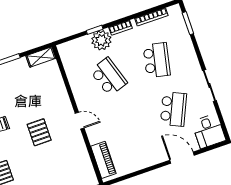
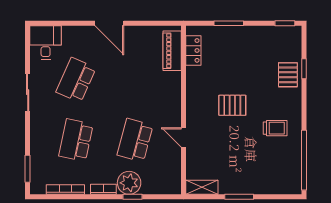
school desk: (109, 77) -> (135, 140), turned 33
door: (80, 121) -> (183, 137), moved
pallet: (39, 132) -> (232, 105), turned 90
door: (182, 158) -> (109, 23), moved
locker: (86, 166) -> (193, 50), added

